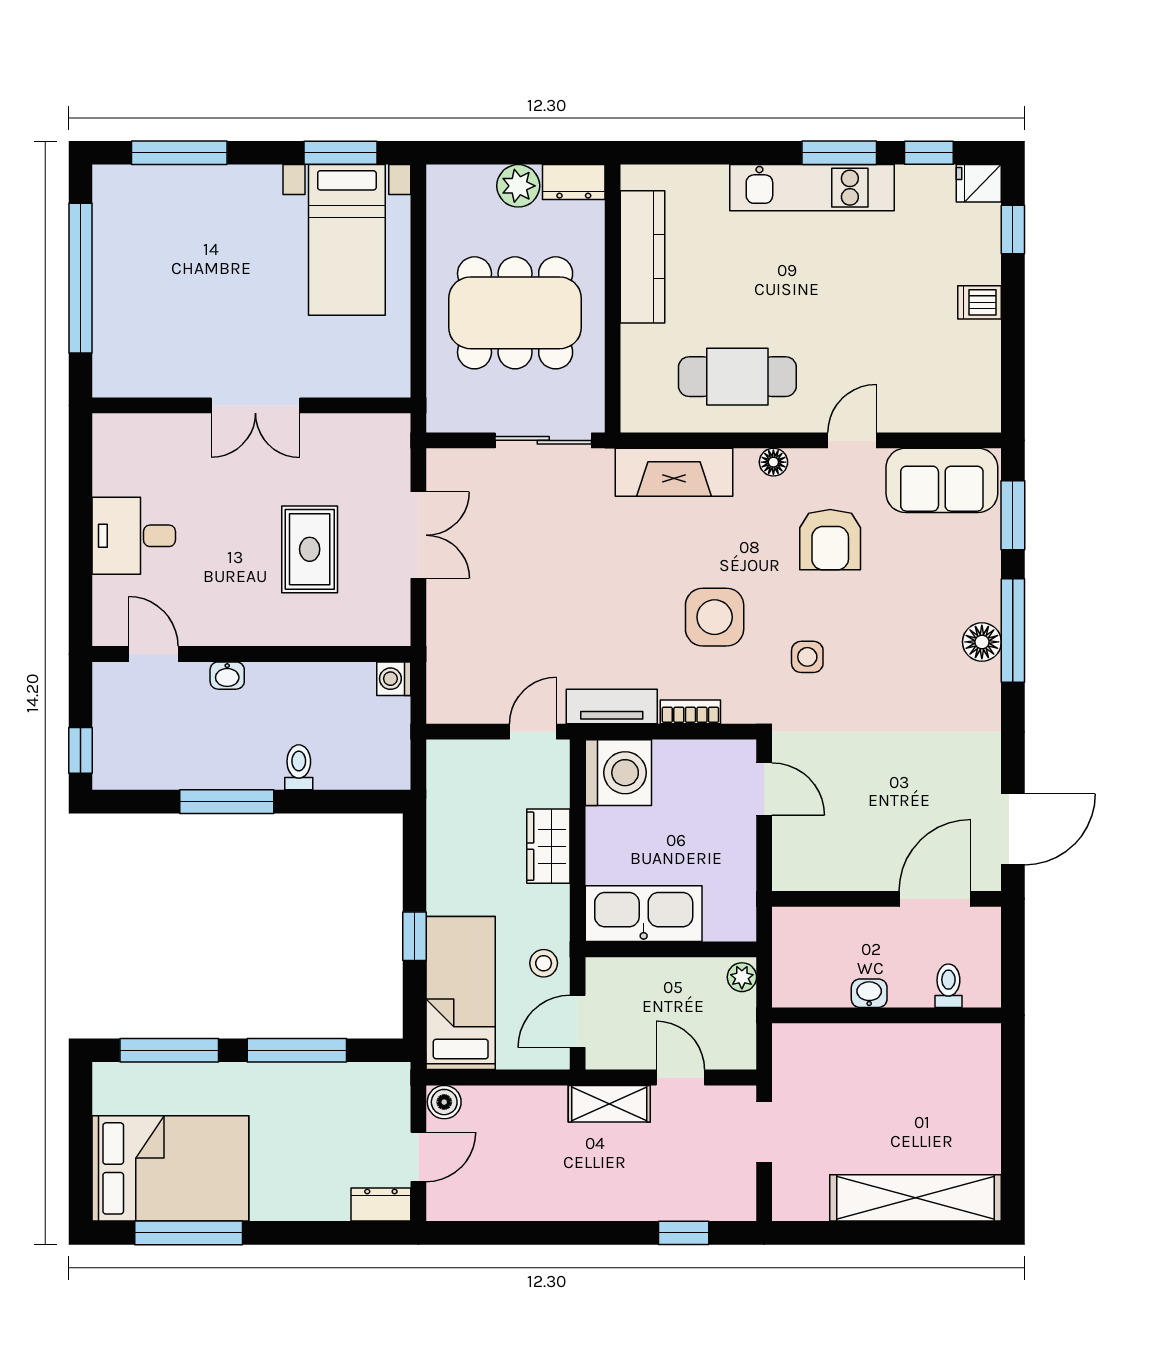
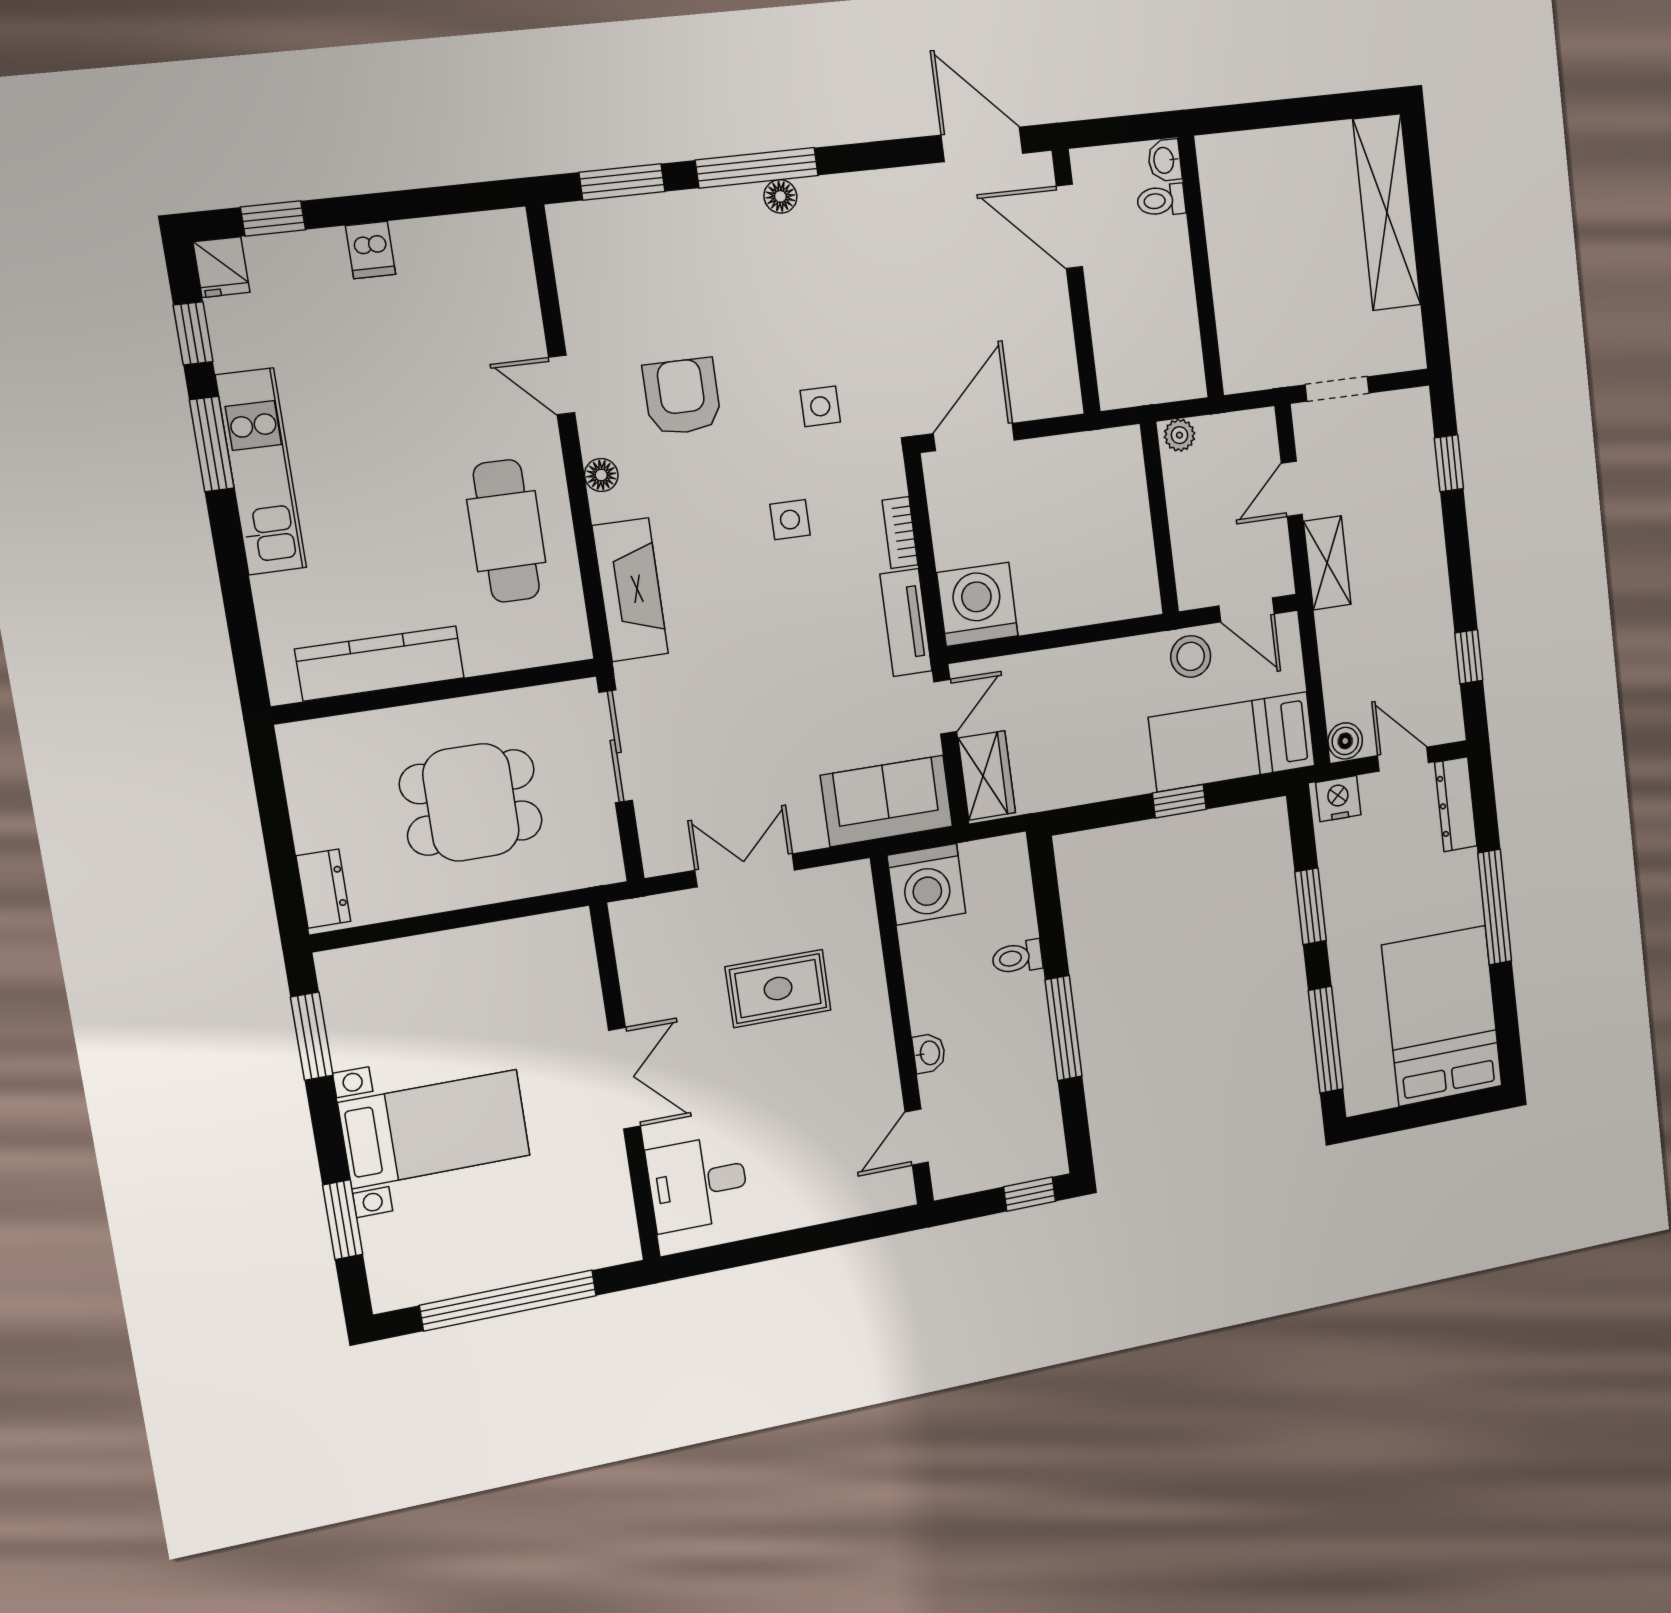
window: (179, 153) -> (343, 1220), width x0.69
dresser: (574, 182) -> (323, 889), moved
plant: (518, 186) -> (317, 823), removed
bed with nightstands: (347, 240) -> (435, 1129), moved
dining table: (515, 313) -> (471, 802), width x0.73
sofa: (942, 480) -> (887, 801), moved, turned -90
desk: (134, 536) -> (698, 1183), moved, turned 90
armchair: (830, 540) -> (682, 397), turned -90
side table: (715, 617) -> (790, 520), width x0.54, depth x0.54
floor lamp: (982, 642) -> (780, 196), width x0.73, depth x0.73
washing machine: (394, 679) -> (926, 884), width x1.89, depth x1.89
door: (533, 732) -> (945, 707), swing flipped
door: (764, 789) -> (974, 437), width x1.38
wardrobe: (548, 846) -> (987, 775), moved, turned -90
kitchen sink: (644, 914) -> (1125, 554), removed
stool: (544, 963) -> (1191, 656), width x1.37, depth x1.37
washbasin: (869, 993) -> (1165, 160), moved
window: (297, 1050) -> (1311, 906), width x0.69
nightstand: (392, 1089) -> (1338, 799), added
dresser: (381, 1205) -> (1456, 804), width x1.44
window: (189, 1233) -> (1495, 907), moved
window: (503, 1233) -> (1469, 657), added

